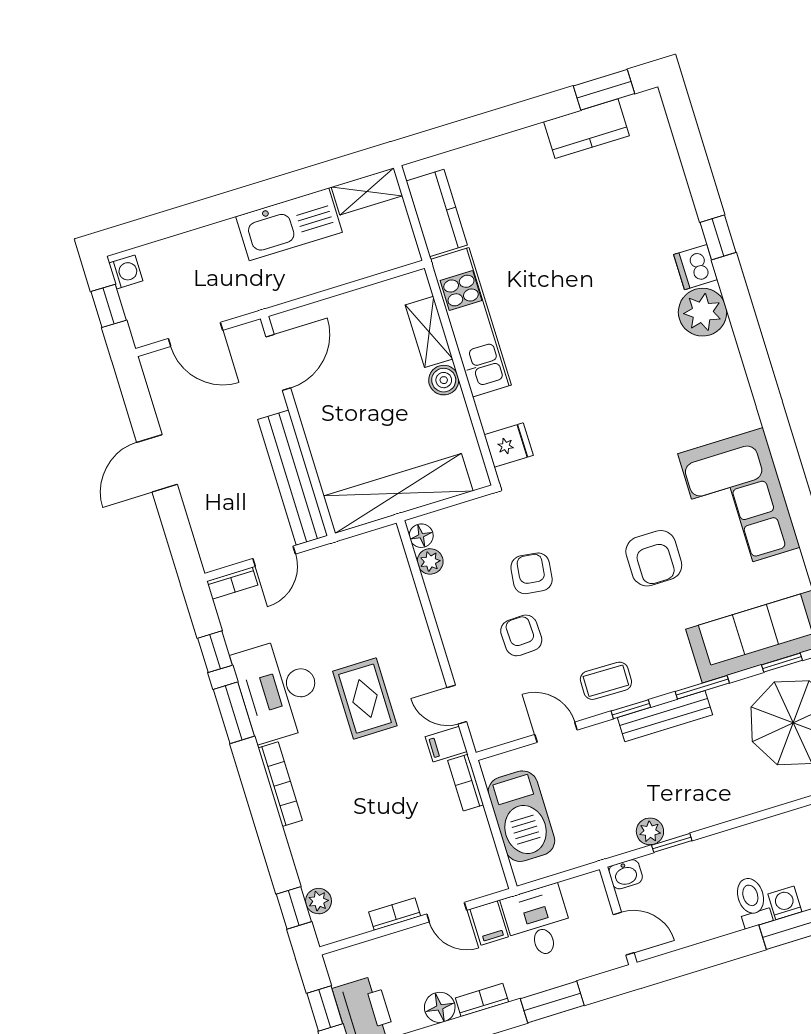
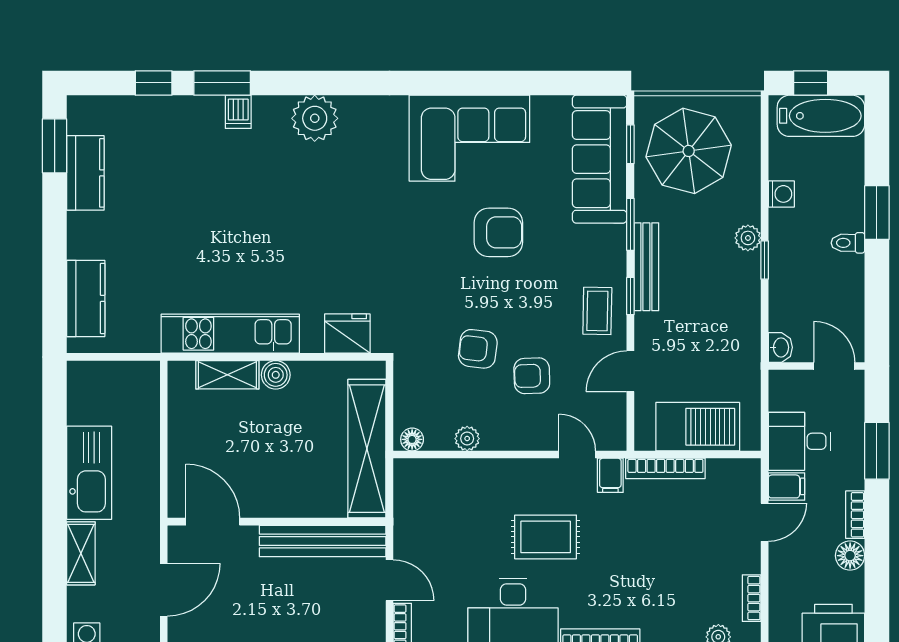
window: (697, 169) -> (154, 83), added
shelving: (367, 191) -> (81, 553), moved
kitchen counter: (437, 213) -> (86, 298), moved, turned 90
window: (718, 237) -> (222, 83), width x1.50
dishwasher: (696, 267) -> (238, 112), width x0.73
plant: (703, 312) -> (315, 118), moved
fridge: (509, 445) -> (347, 334), width x1.38
plant: (430, 561) -> (467, 439), moved
door: (457, 705) -> (577, 455), swing flipped
bookcase: (466, 783) -> (665, 468), width x1.56
plant: (650, 831) -> (748, 238), moved
window: (672, 843) -> (765, 260), moved
toilet: (752, 902) -> (848, 243), width x0.73, depth x0.72
washing machine: (785, 903) -> (781, 194), moved, turned 180
bookcase: (395, 914) -> (752, 598), moved
door: (624, 934) -> (834, 366), hinge flipped

